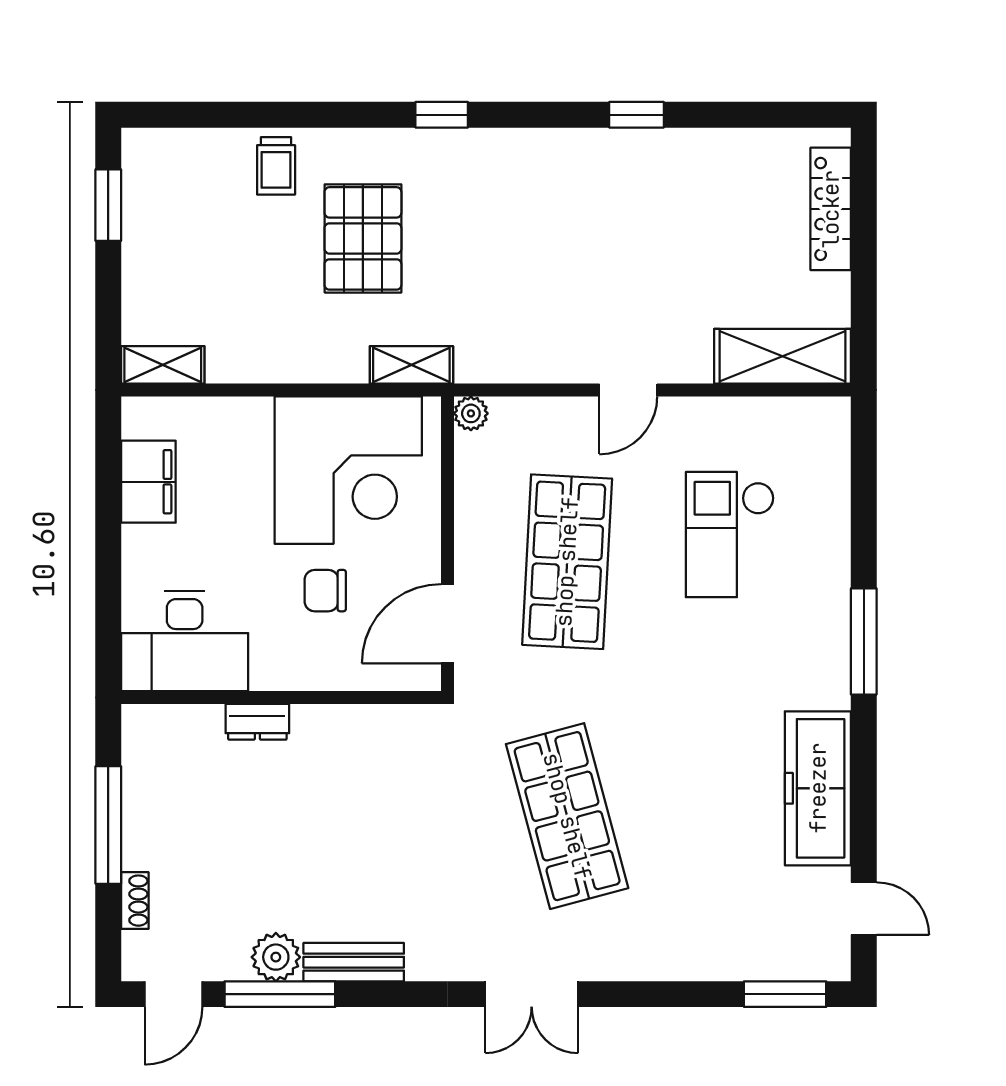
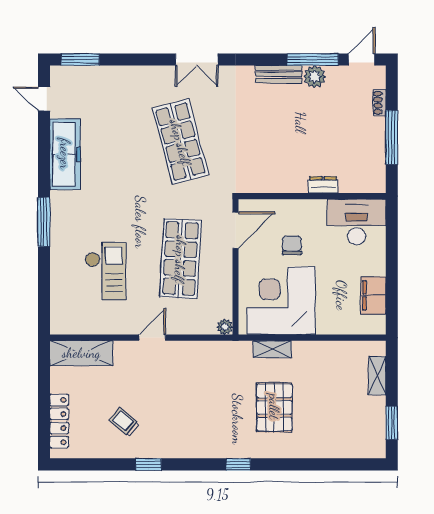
trolley: (276, 166) -> (124, 422), moved, turned -49
shelving: (163, 365) -> (377, 376), moved, turned 90
shelving: (411, 365) -> (272, 349), moved
chair: (325, 591) -> (292, 245), turned -90
double door: (532, 994) -> (197, 60), swing flipped

